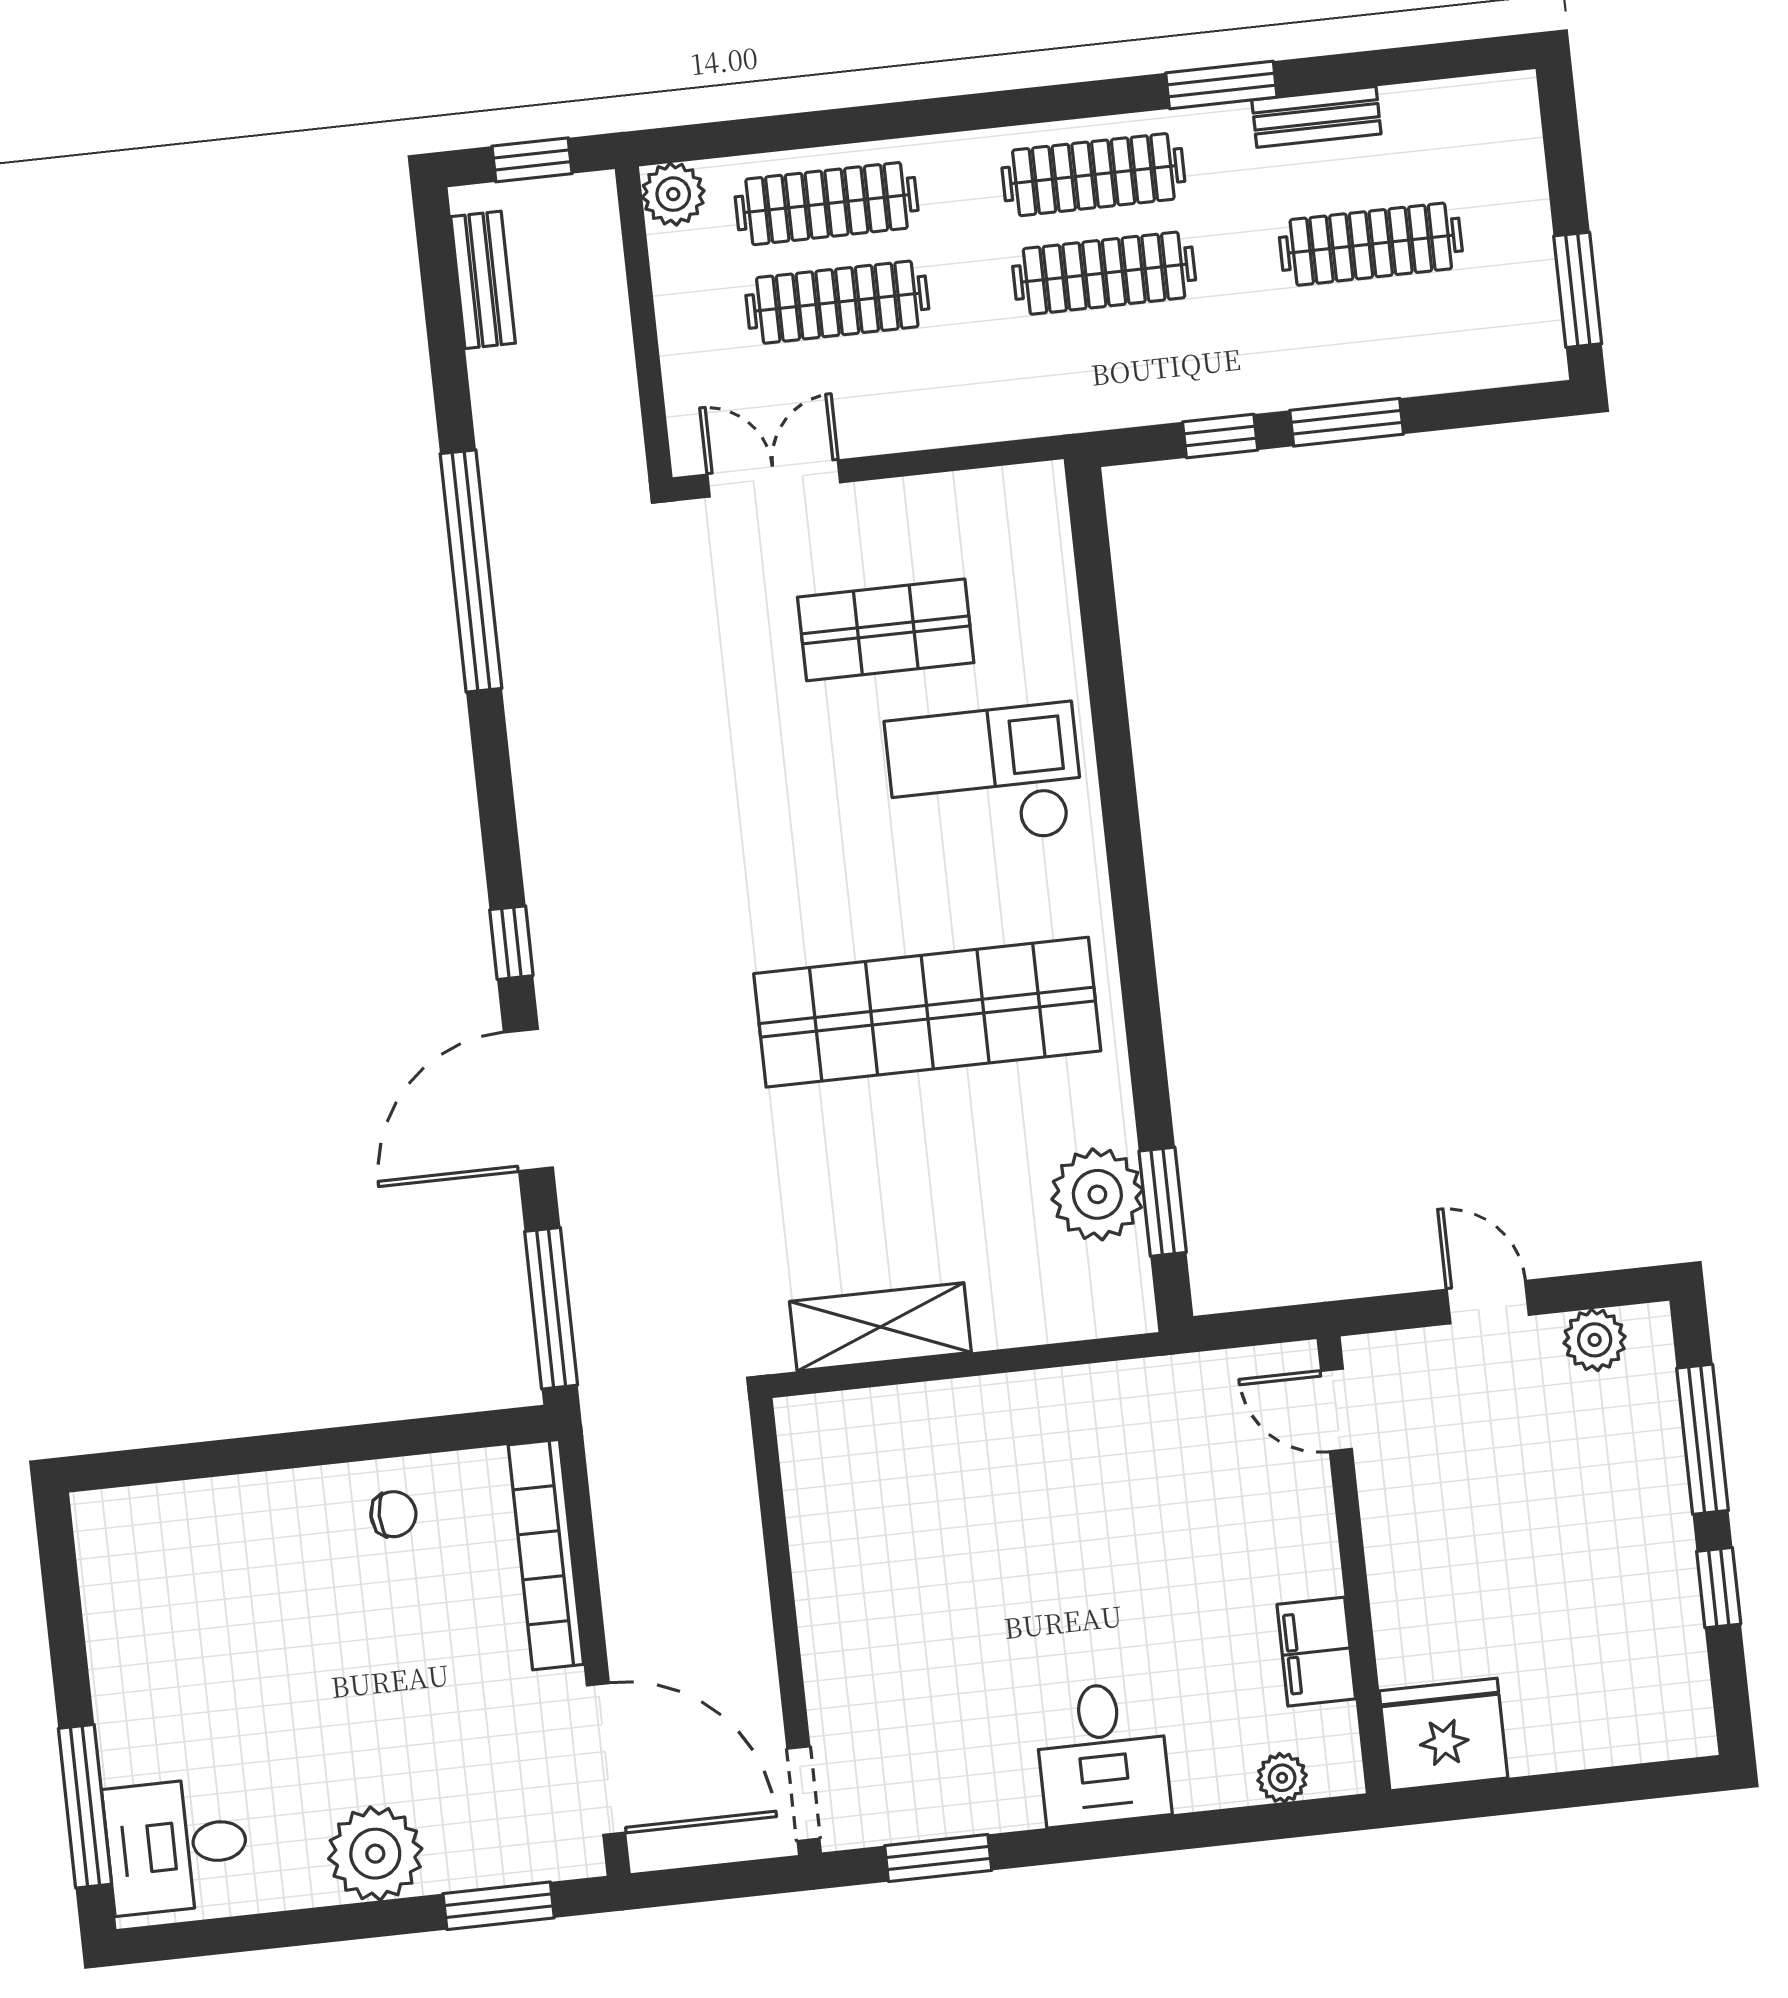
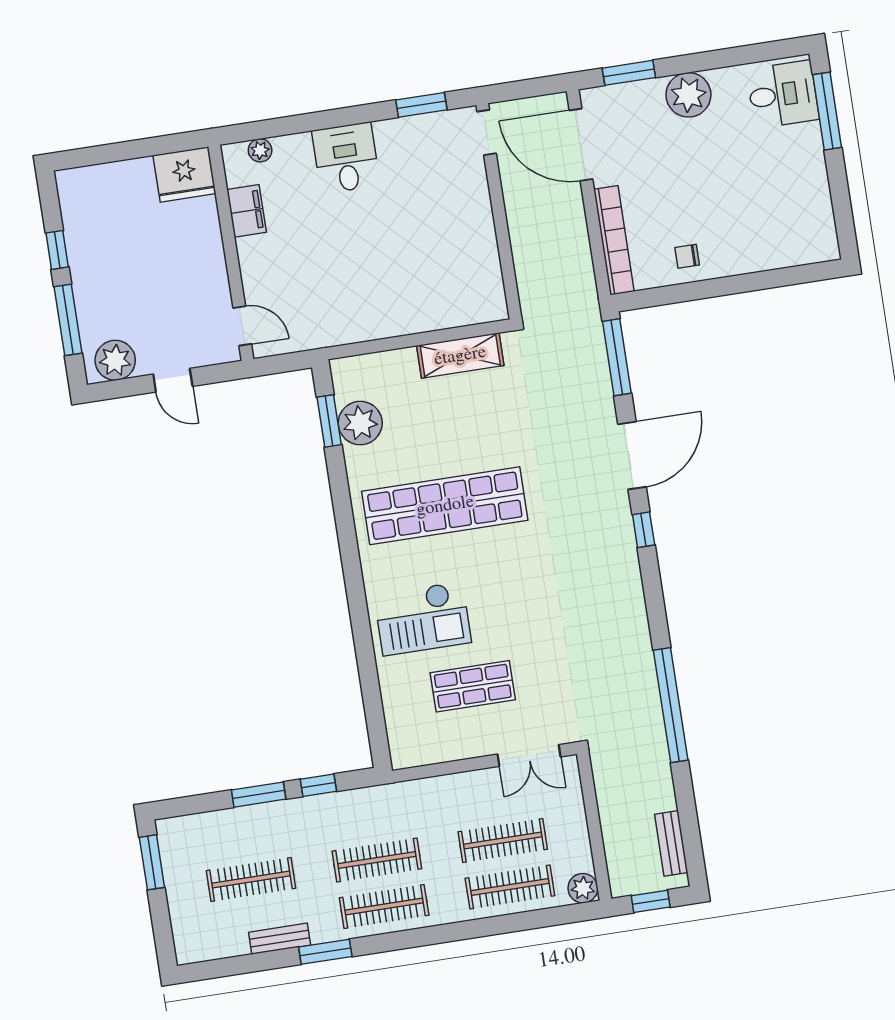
plant: (1595, 1340) -> (115, 360), width x1.36, depth x1.36

